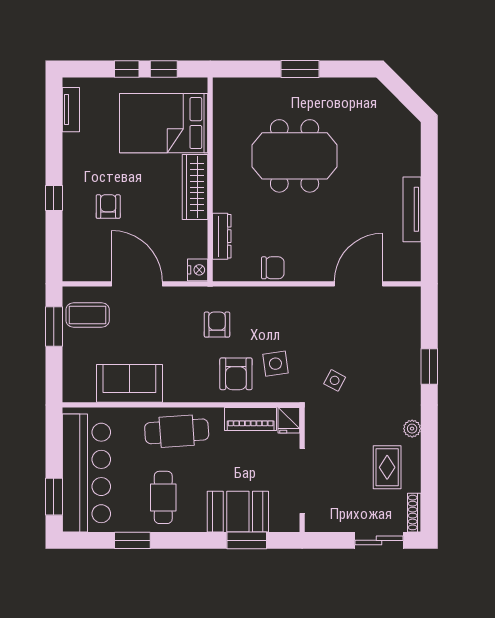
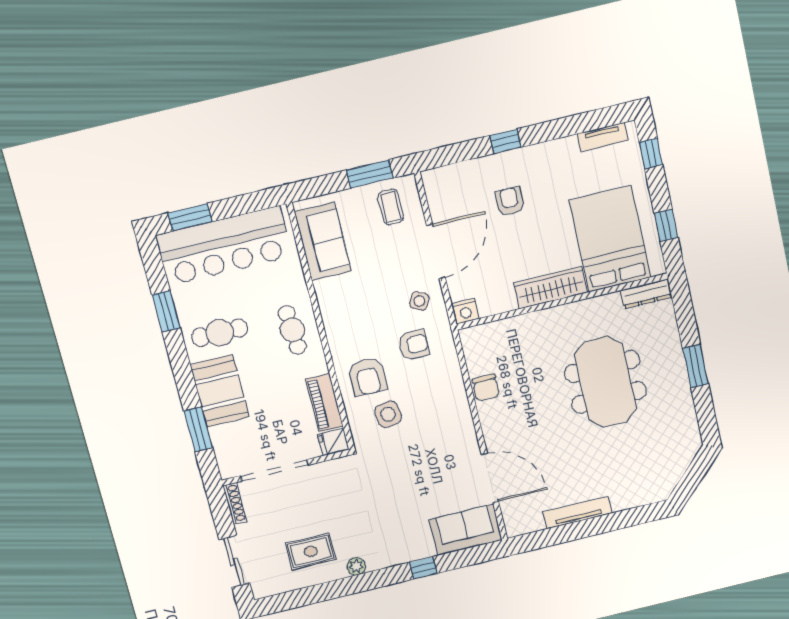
window: (127, 69) -> (651, 154), moved
armchair: (108, 207) -> (510, 201), turned -90
dresser: (222, 236) -> (646, 294), moved
coffee table: (88, 315) -> (391, 207), width x0.73, depth x0.77
sofa: (402, 318) -> (466, 530), added
window: (429, 367) -> (423, 568), width x0.67
armchair: (236, 374) -> (368, 377), turned -90
side table: (335, 380) -> (419, 301), moved
sofa: (129, 383) -> (323, 242), moved
cafe table: (177, 431) -> (292, 330), width x0.73, depth x0.74
booth: (238, 512) -> (220, 391), moved
shoe rack: (414, 513) -> (235, 503), moved, turned 90

